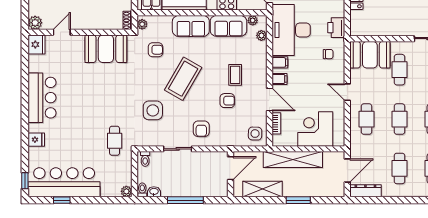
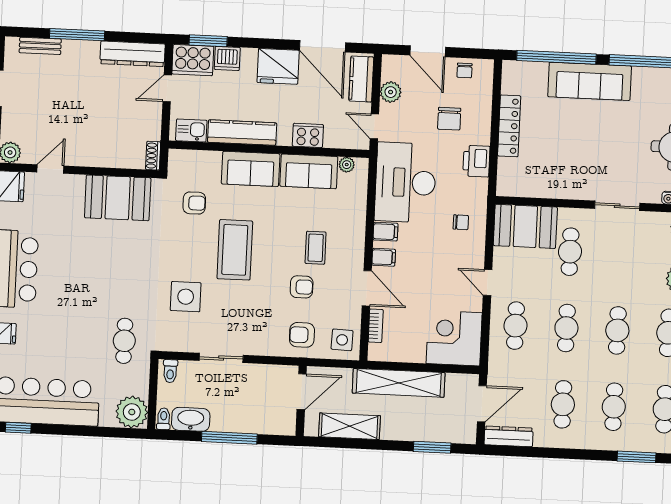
plant: (142, 24) -> (176, 163), removed
printer: (336, 28) -> (476, 161), moved
plant: (261, 35) -> (359, 189), removed
coffee table: (183, 79) -> (235, 250), turned -30
armchair: (201, 129) -> (302, 335), moved, turned 90
corner desk: (315, 129) -> (454, 338), moved
plant: (126, 191) -> (132, 412), width x1.88, depth x1.88
washbasin: (154, 192) -> (191, 419), width x1.91, depth x1.45
window: (62, 200) -> (18, 428), moved
window: (298, 200) -> (432, 447), moved

